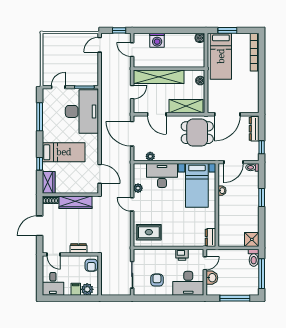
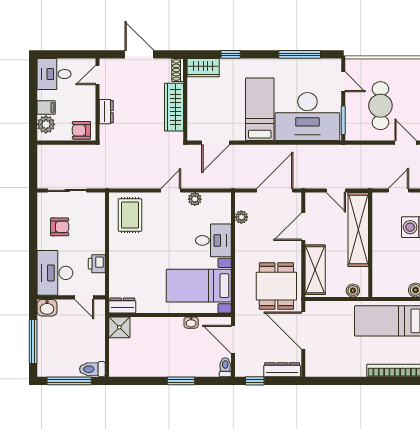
cafe table: (74, 62) -> (380, 106), added
bed: (64, 152) -> (260, 109), moved, turned 180
desk: (162, 175) -> (213, 240), width x0.73
shower: (252, 239) -> (119, 327), moved
washbasin: (212, 278) -> (47, 308), moved

